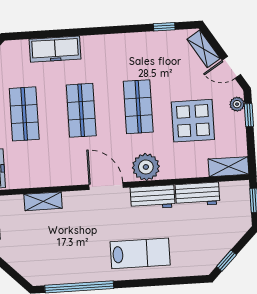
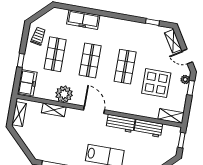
plant: (146, 167) -> (64, 94), moved

